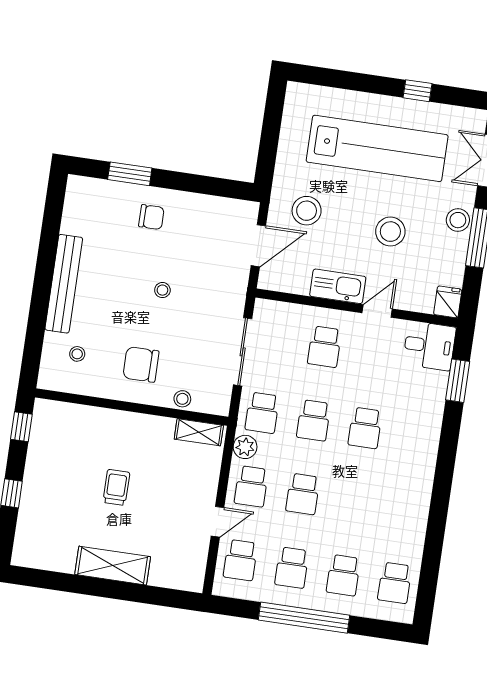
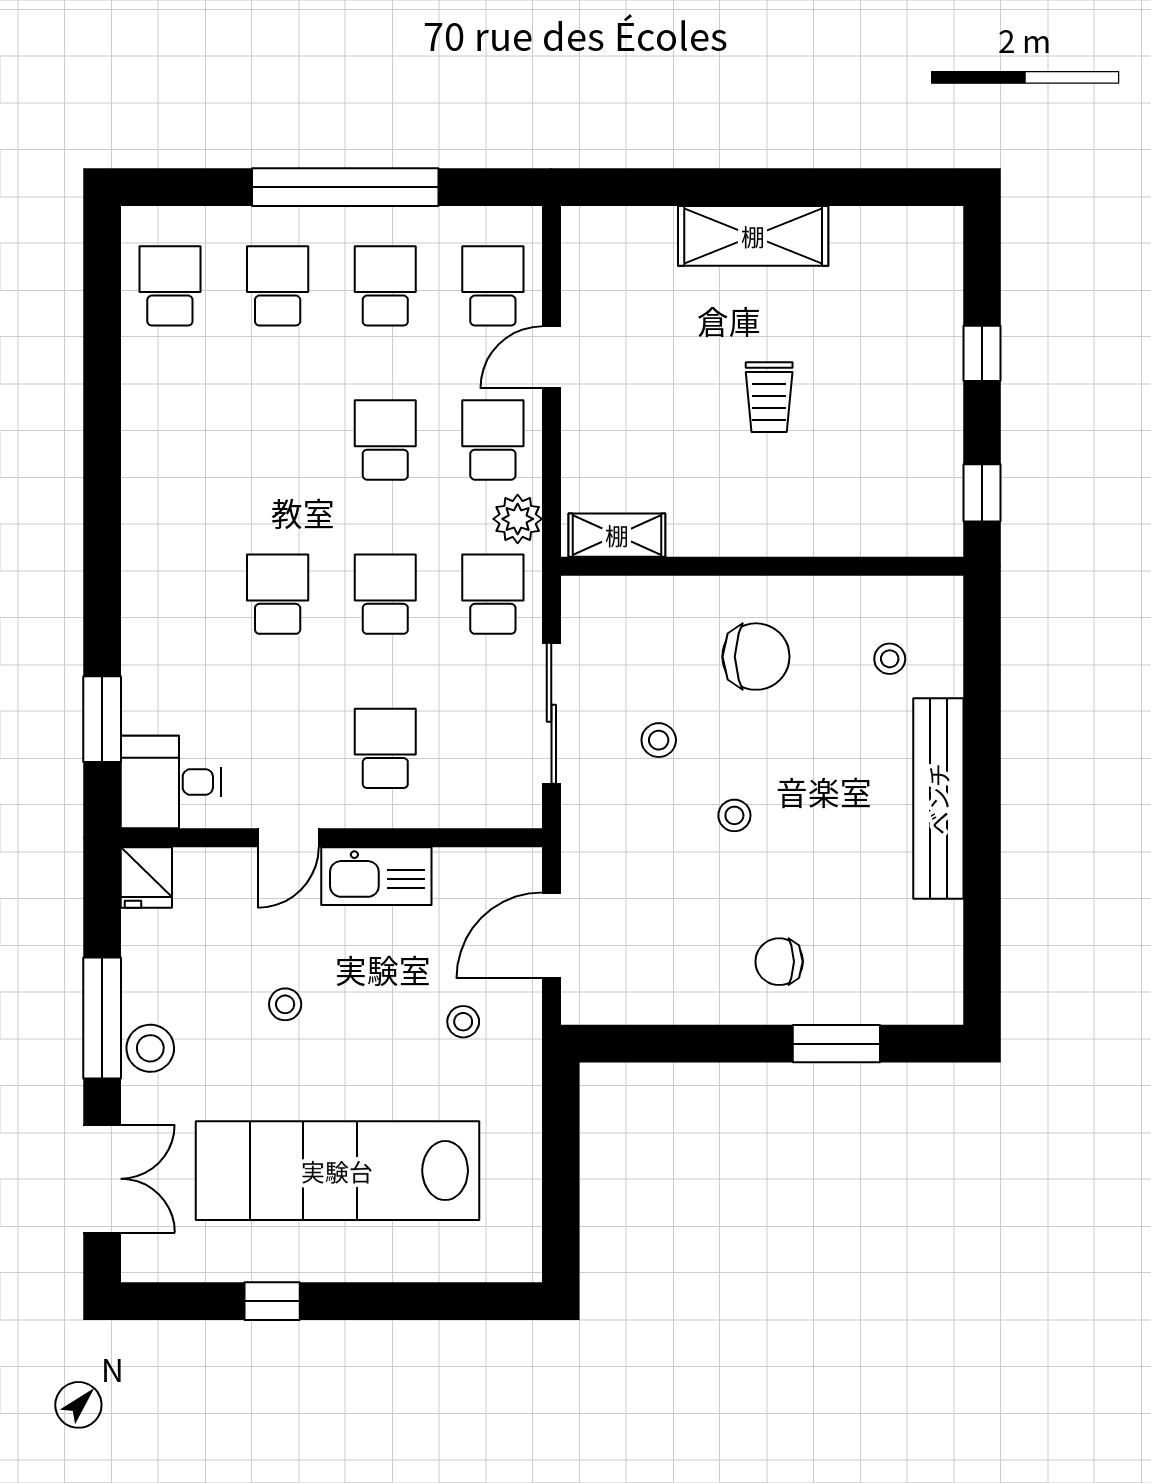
stool: (307, 211) -> (463, 1022), width x0.53, depth x0.53
stool: (390, 232) -> (285, 1004), width x0.53, depth x0.53
stool: (182, 399) -> (659, 740), moved

